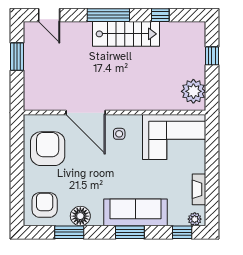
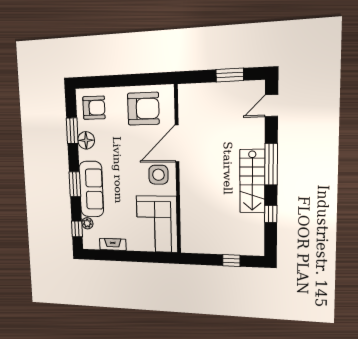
plant: (193, 91) -> (198, 243), removed
side table: (119, 134) -> (158, 175), width x1.87, depth x1.87
plant: (195, 219) -> (87, 223), moved

